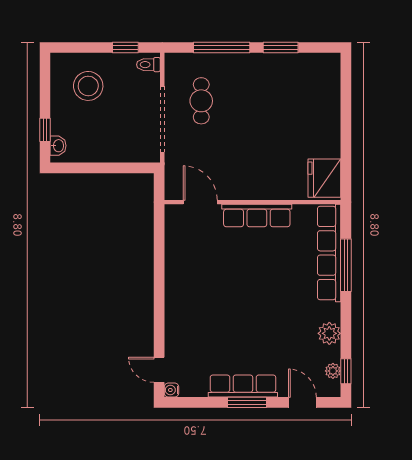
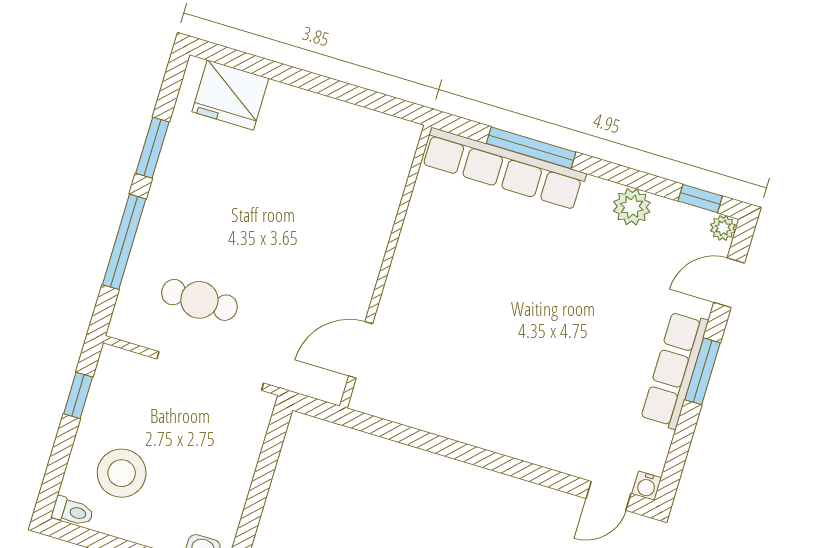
toilet: (148, 65) -> (73, 512), moved, turned -90
fridge: (324, 178) -> (230, 95), moved
row of seats: (257, 215) -> (409, 266), removed
plant: (333, 371) -> (723, 228), moved

